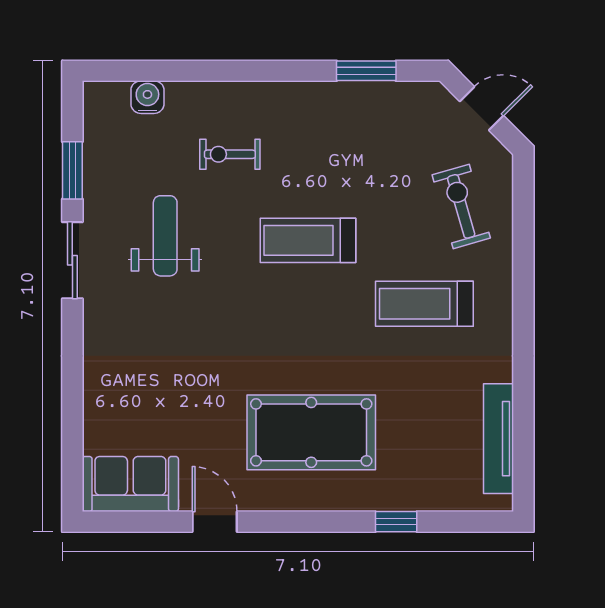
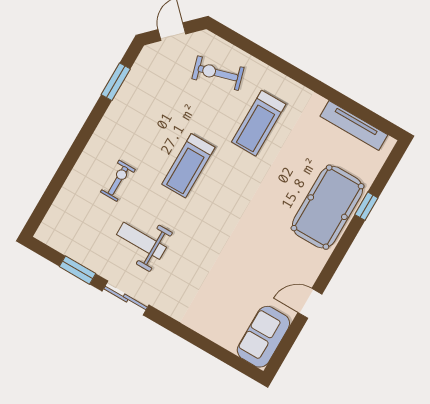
water cooler: (147, 97) -> (62, 207), removed
exercise bike: (230, 154) -> (118, 181), turned 180
pool table: (311, 432) -> (328, 207), moved

